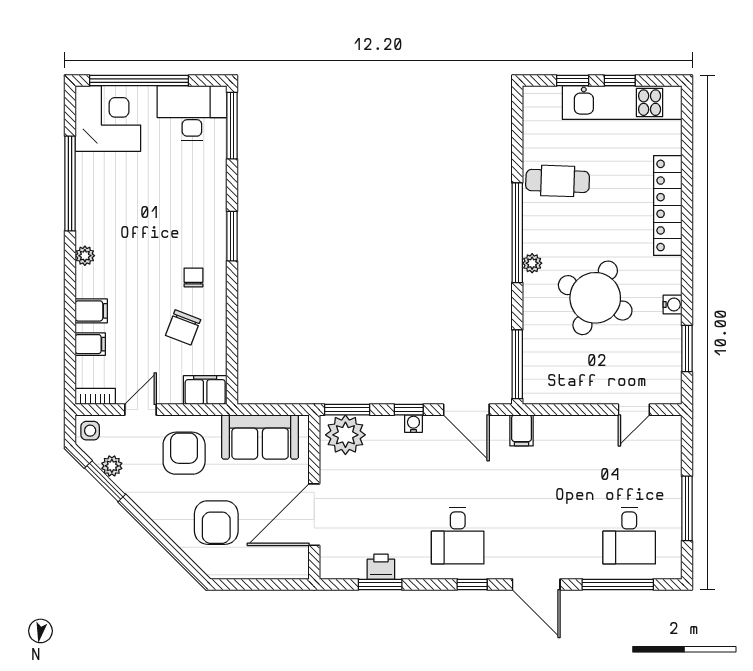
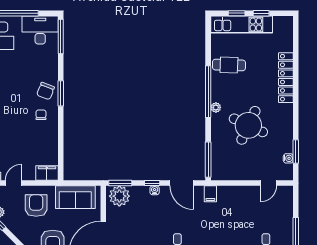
kitchen unit: (622, 103) -> (242, 25), moved
water cooler: (672, 304) -> (288, 158), moved
chair: (183, 327) -> (46, 91), moved

